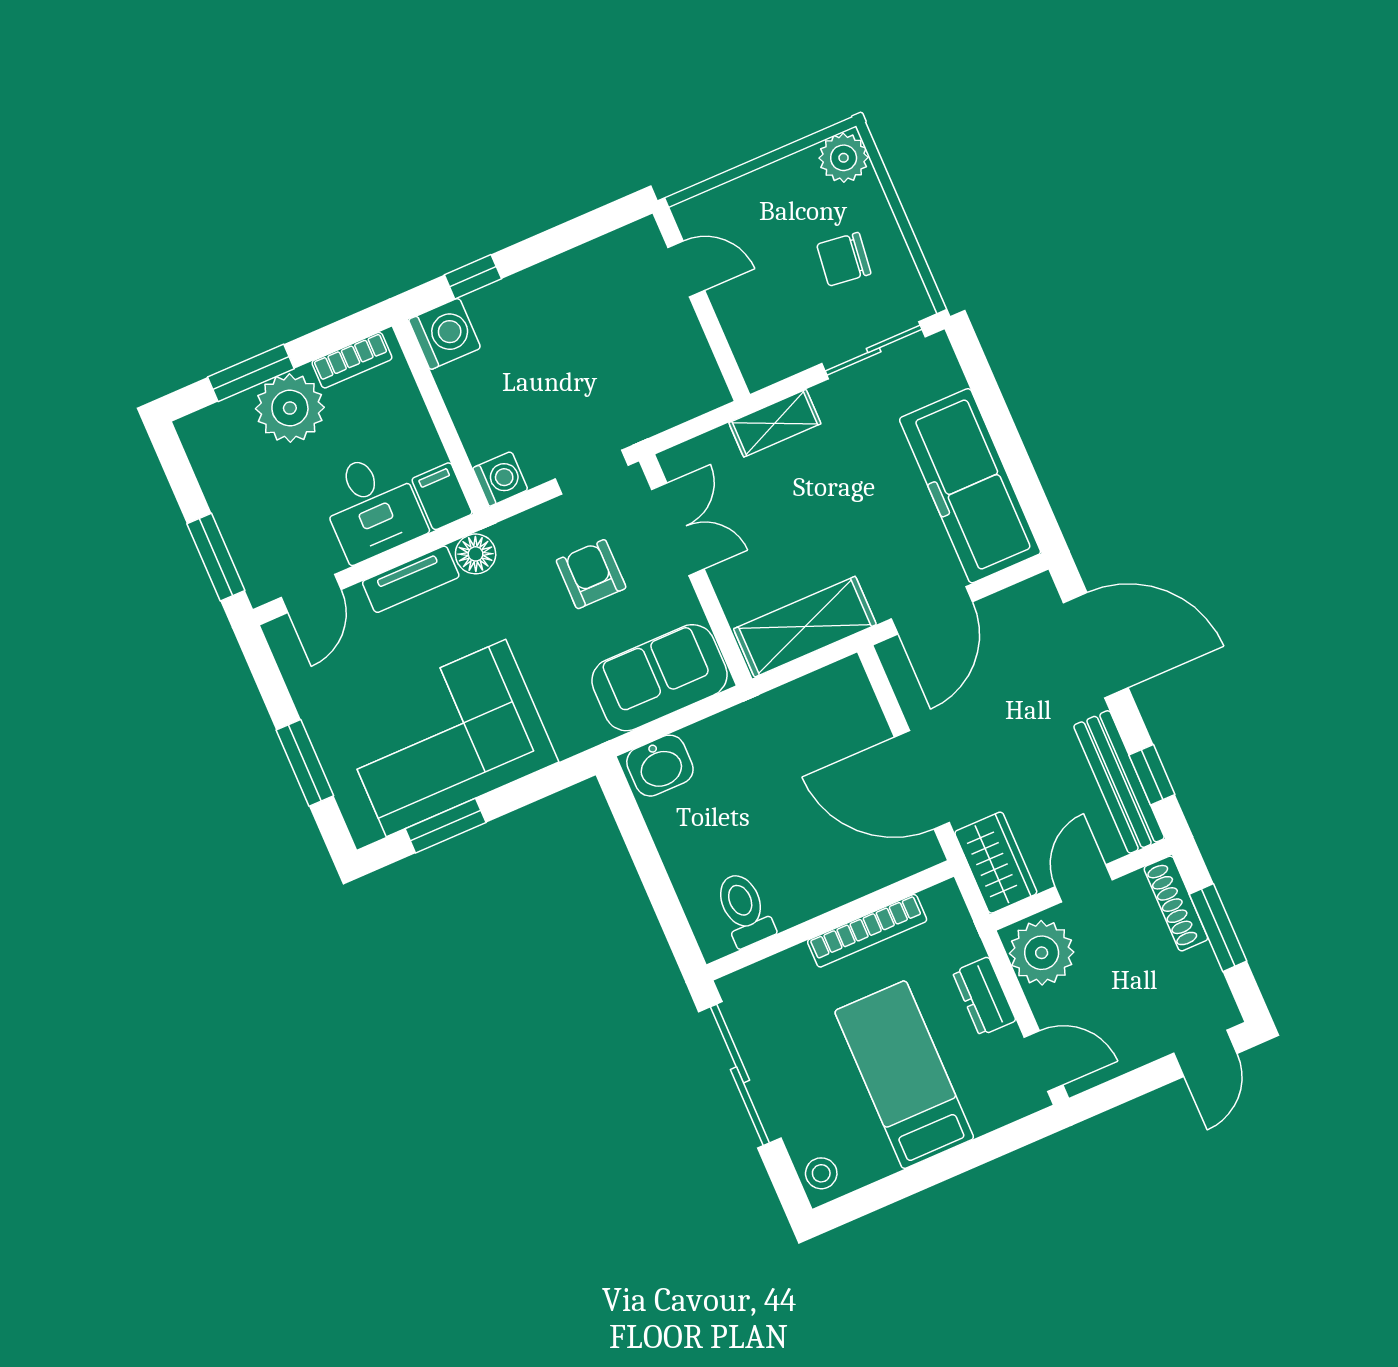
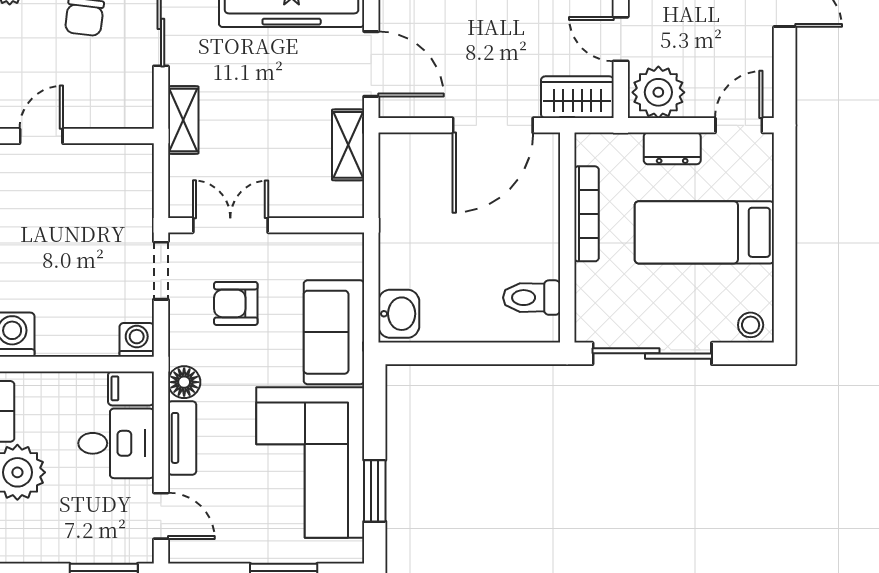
shelving: (805, 627) -> (348, 145), width x0.67, depth x0.75
sofa: (660, 678) -> (334, 332), moved

